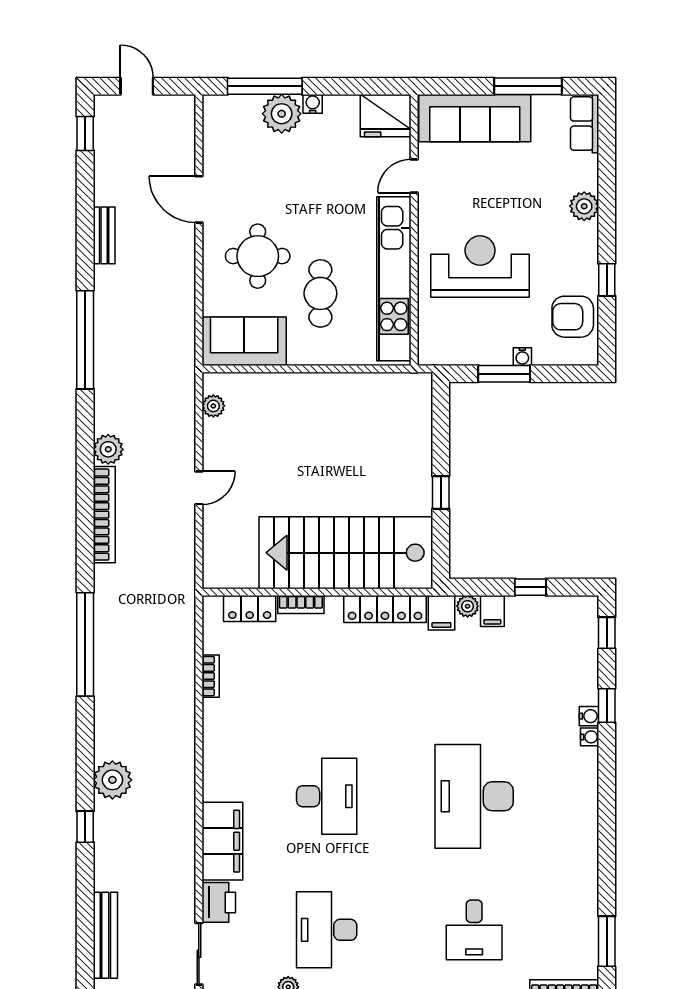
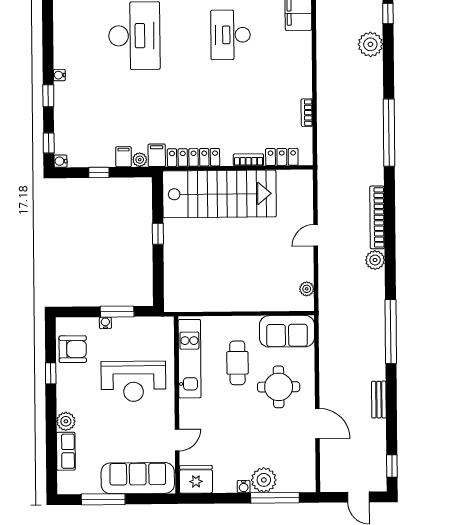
row of seats: (585, 124) -> (66, 451), moved
kitchen unit: (394, 279) -> (190, 359), width x0.73
water cooler: (589, 716) -> (60, 161), moved

